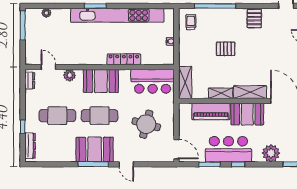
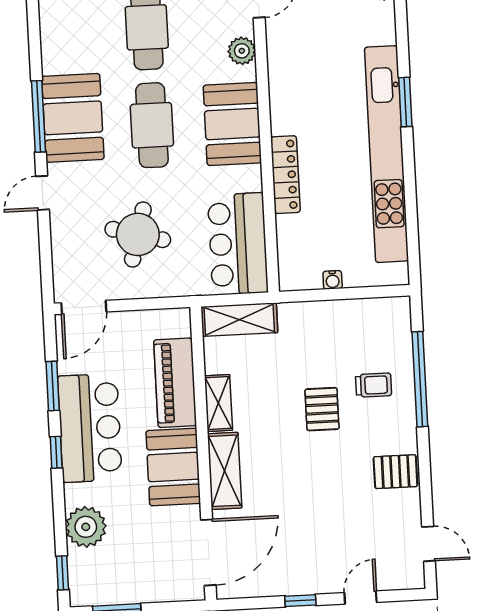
trolley: (191, 22) -> (374, 385), moved

